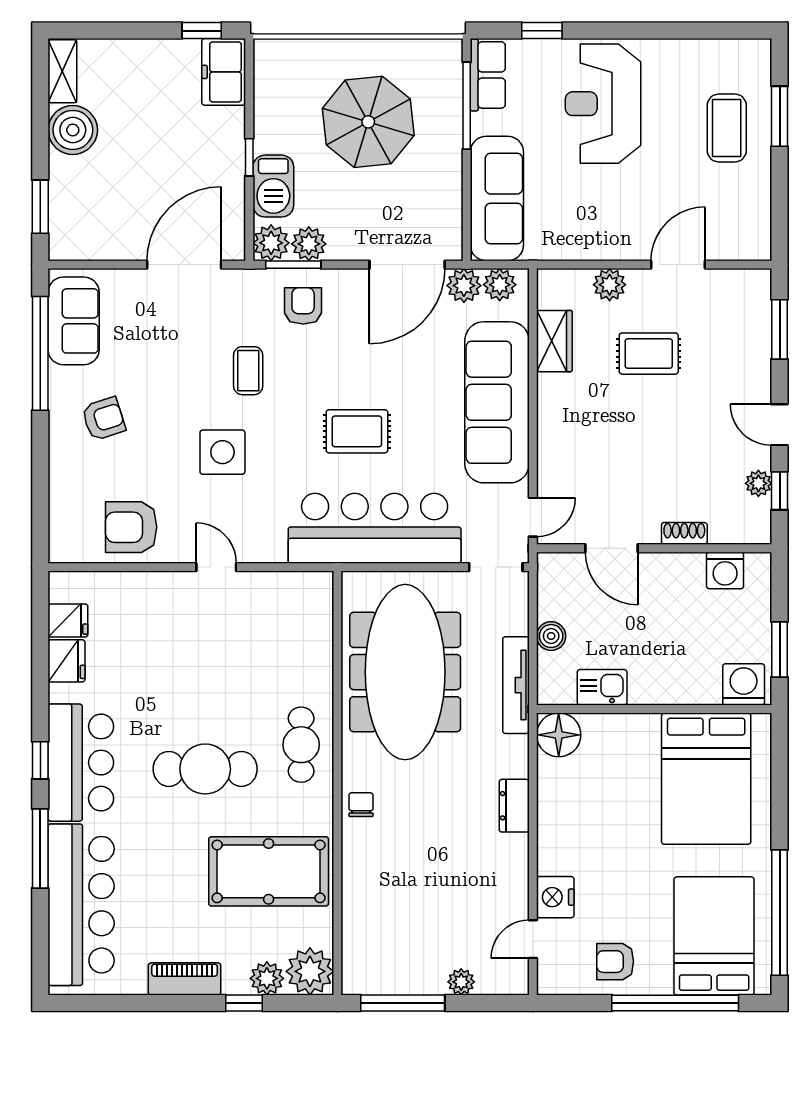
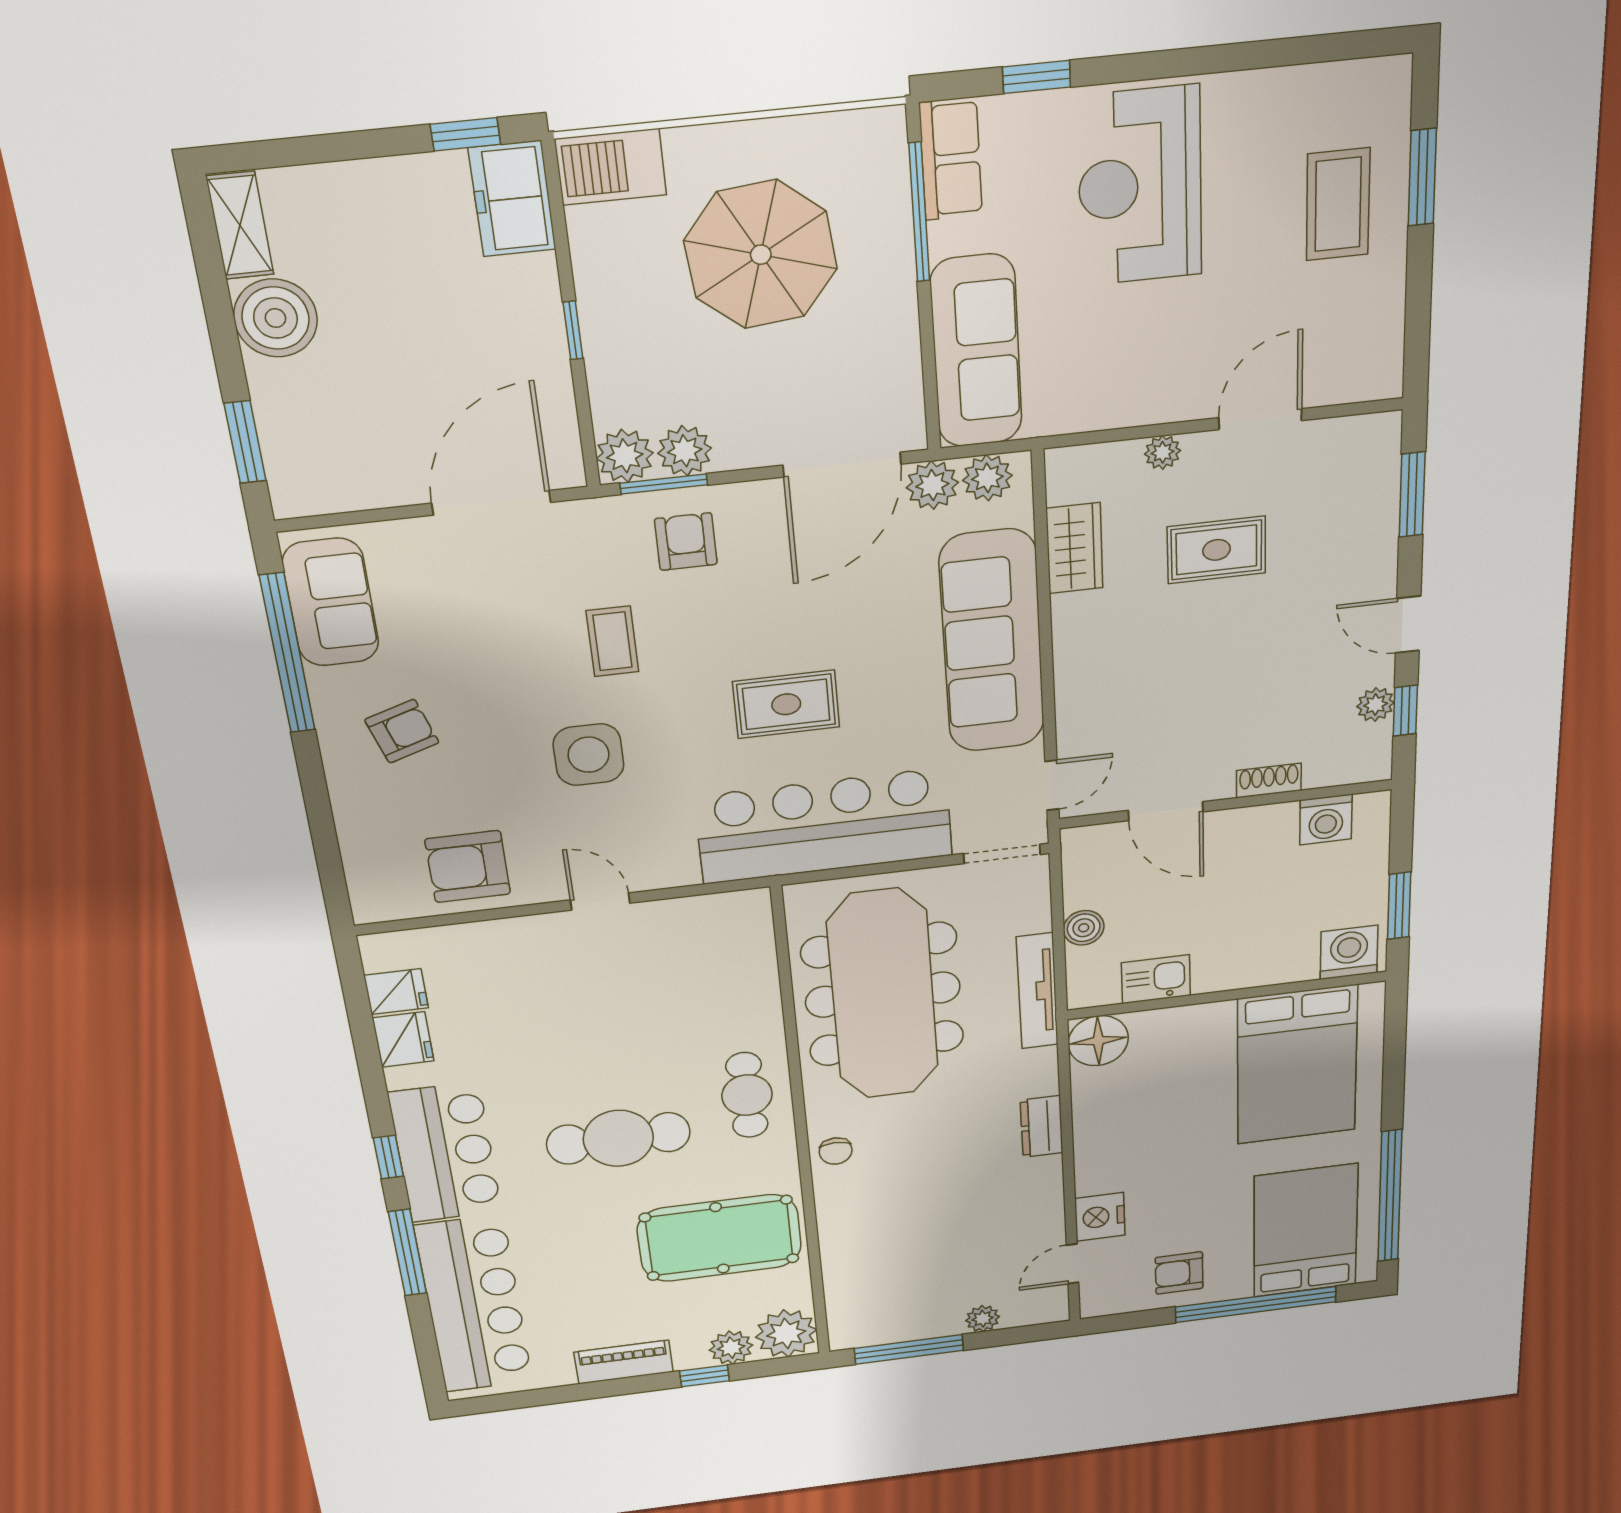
barbecue: (273, 186) -> (611, 167), moved, turned 90
plant: (610, 285) -> (1163, 452), width x0.73, depth x0.73
chair: (361, 805) -> (836, 1151), turned 180

